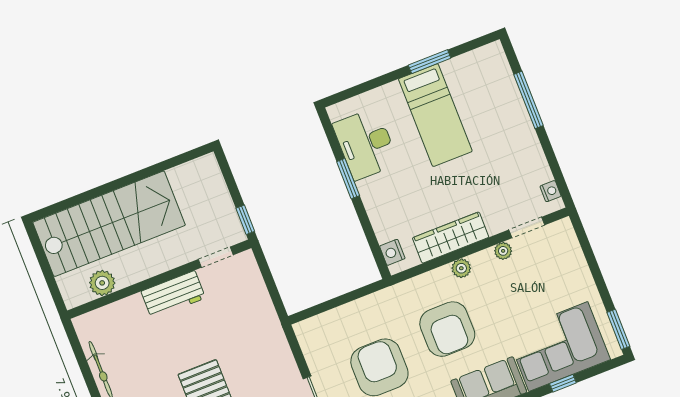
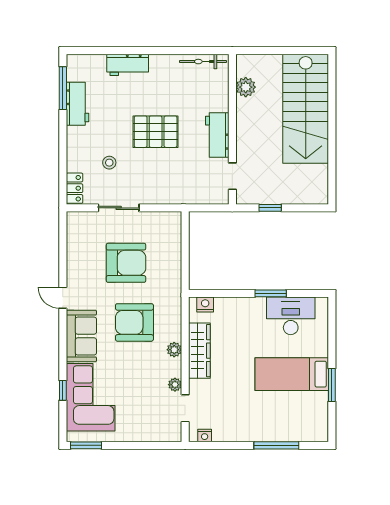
doorway: (216, 257) -> (232, 176), moved
wall: (159, 279) -> (232, 129), moved
plant: (102, 283) -> (246, 87), moved
workbench: (173, 295) -> (217, 135), moved

